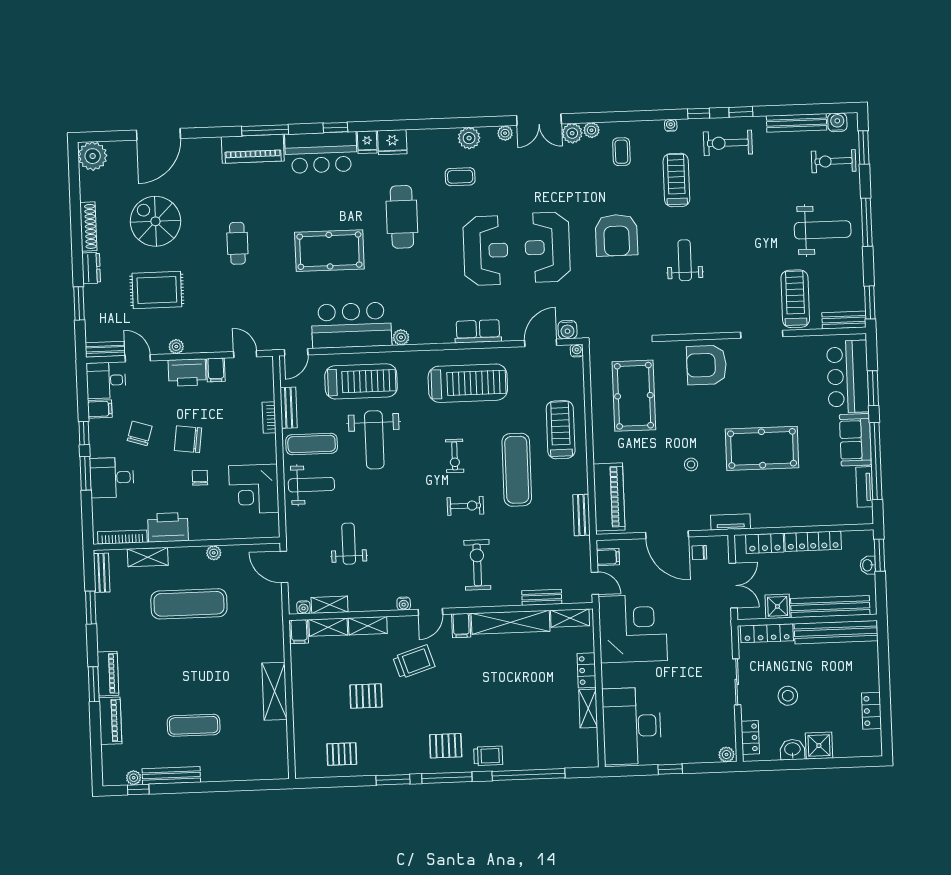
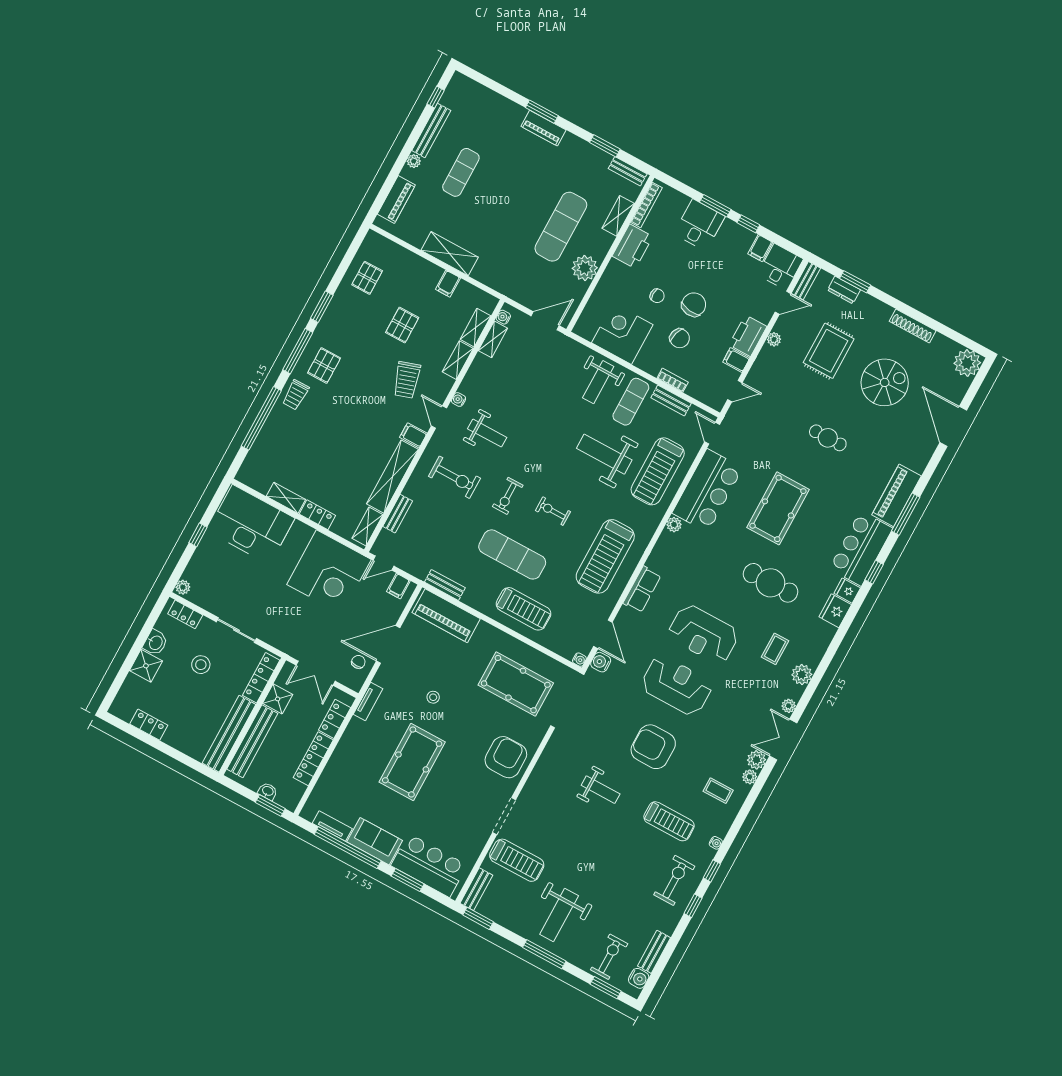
bench: (797, 123) -> (654, 952), width x0.73
dresser: (91, 268) -> (844, 290), moved
chair: (140, 433) -> (680, 338), moved
weight bench: (349, 544) -> (487, 433), moved
plant: (214, 553) -> (585, 268), width x1.87, depth x1.87
filing cabinet: (299, 632) -> (448, 284), moved, turned -90
piano: (110, 721) -> (396, 200), moved, turned -90
plant: (134, 778) -> (414, 161), moved

